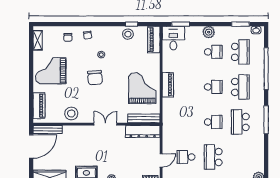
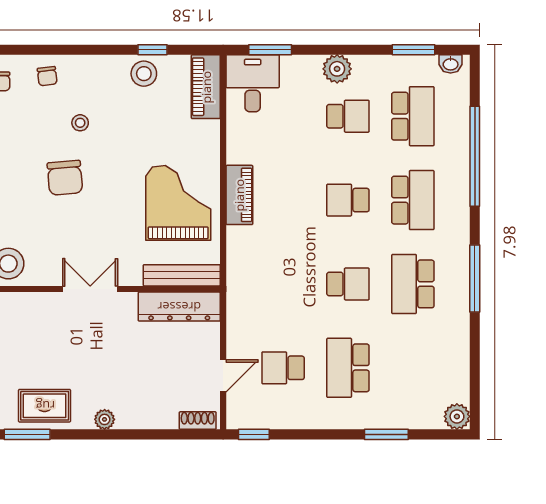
school desk: (213, 87) -> (348, 200), turned 180

